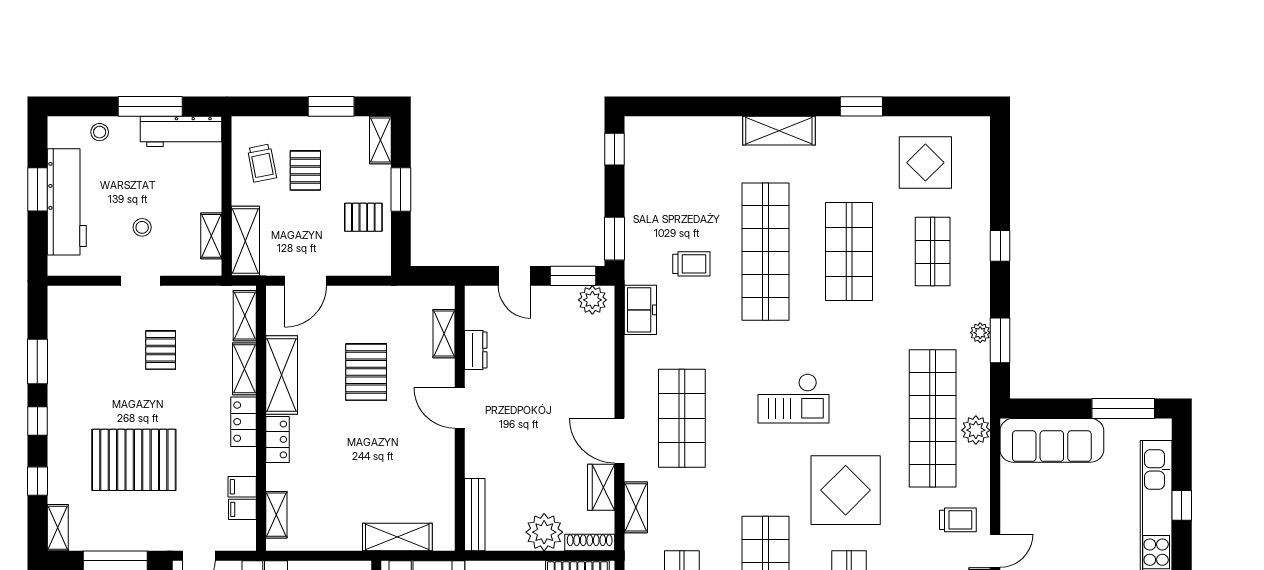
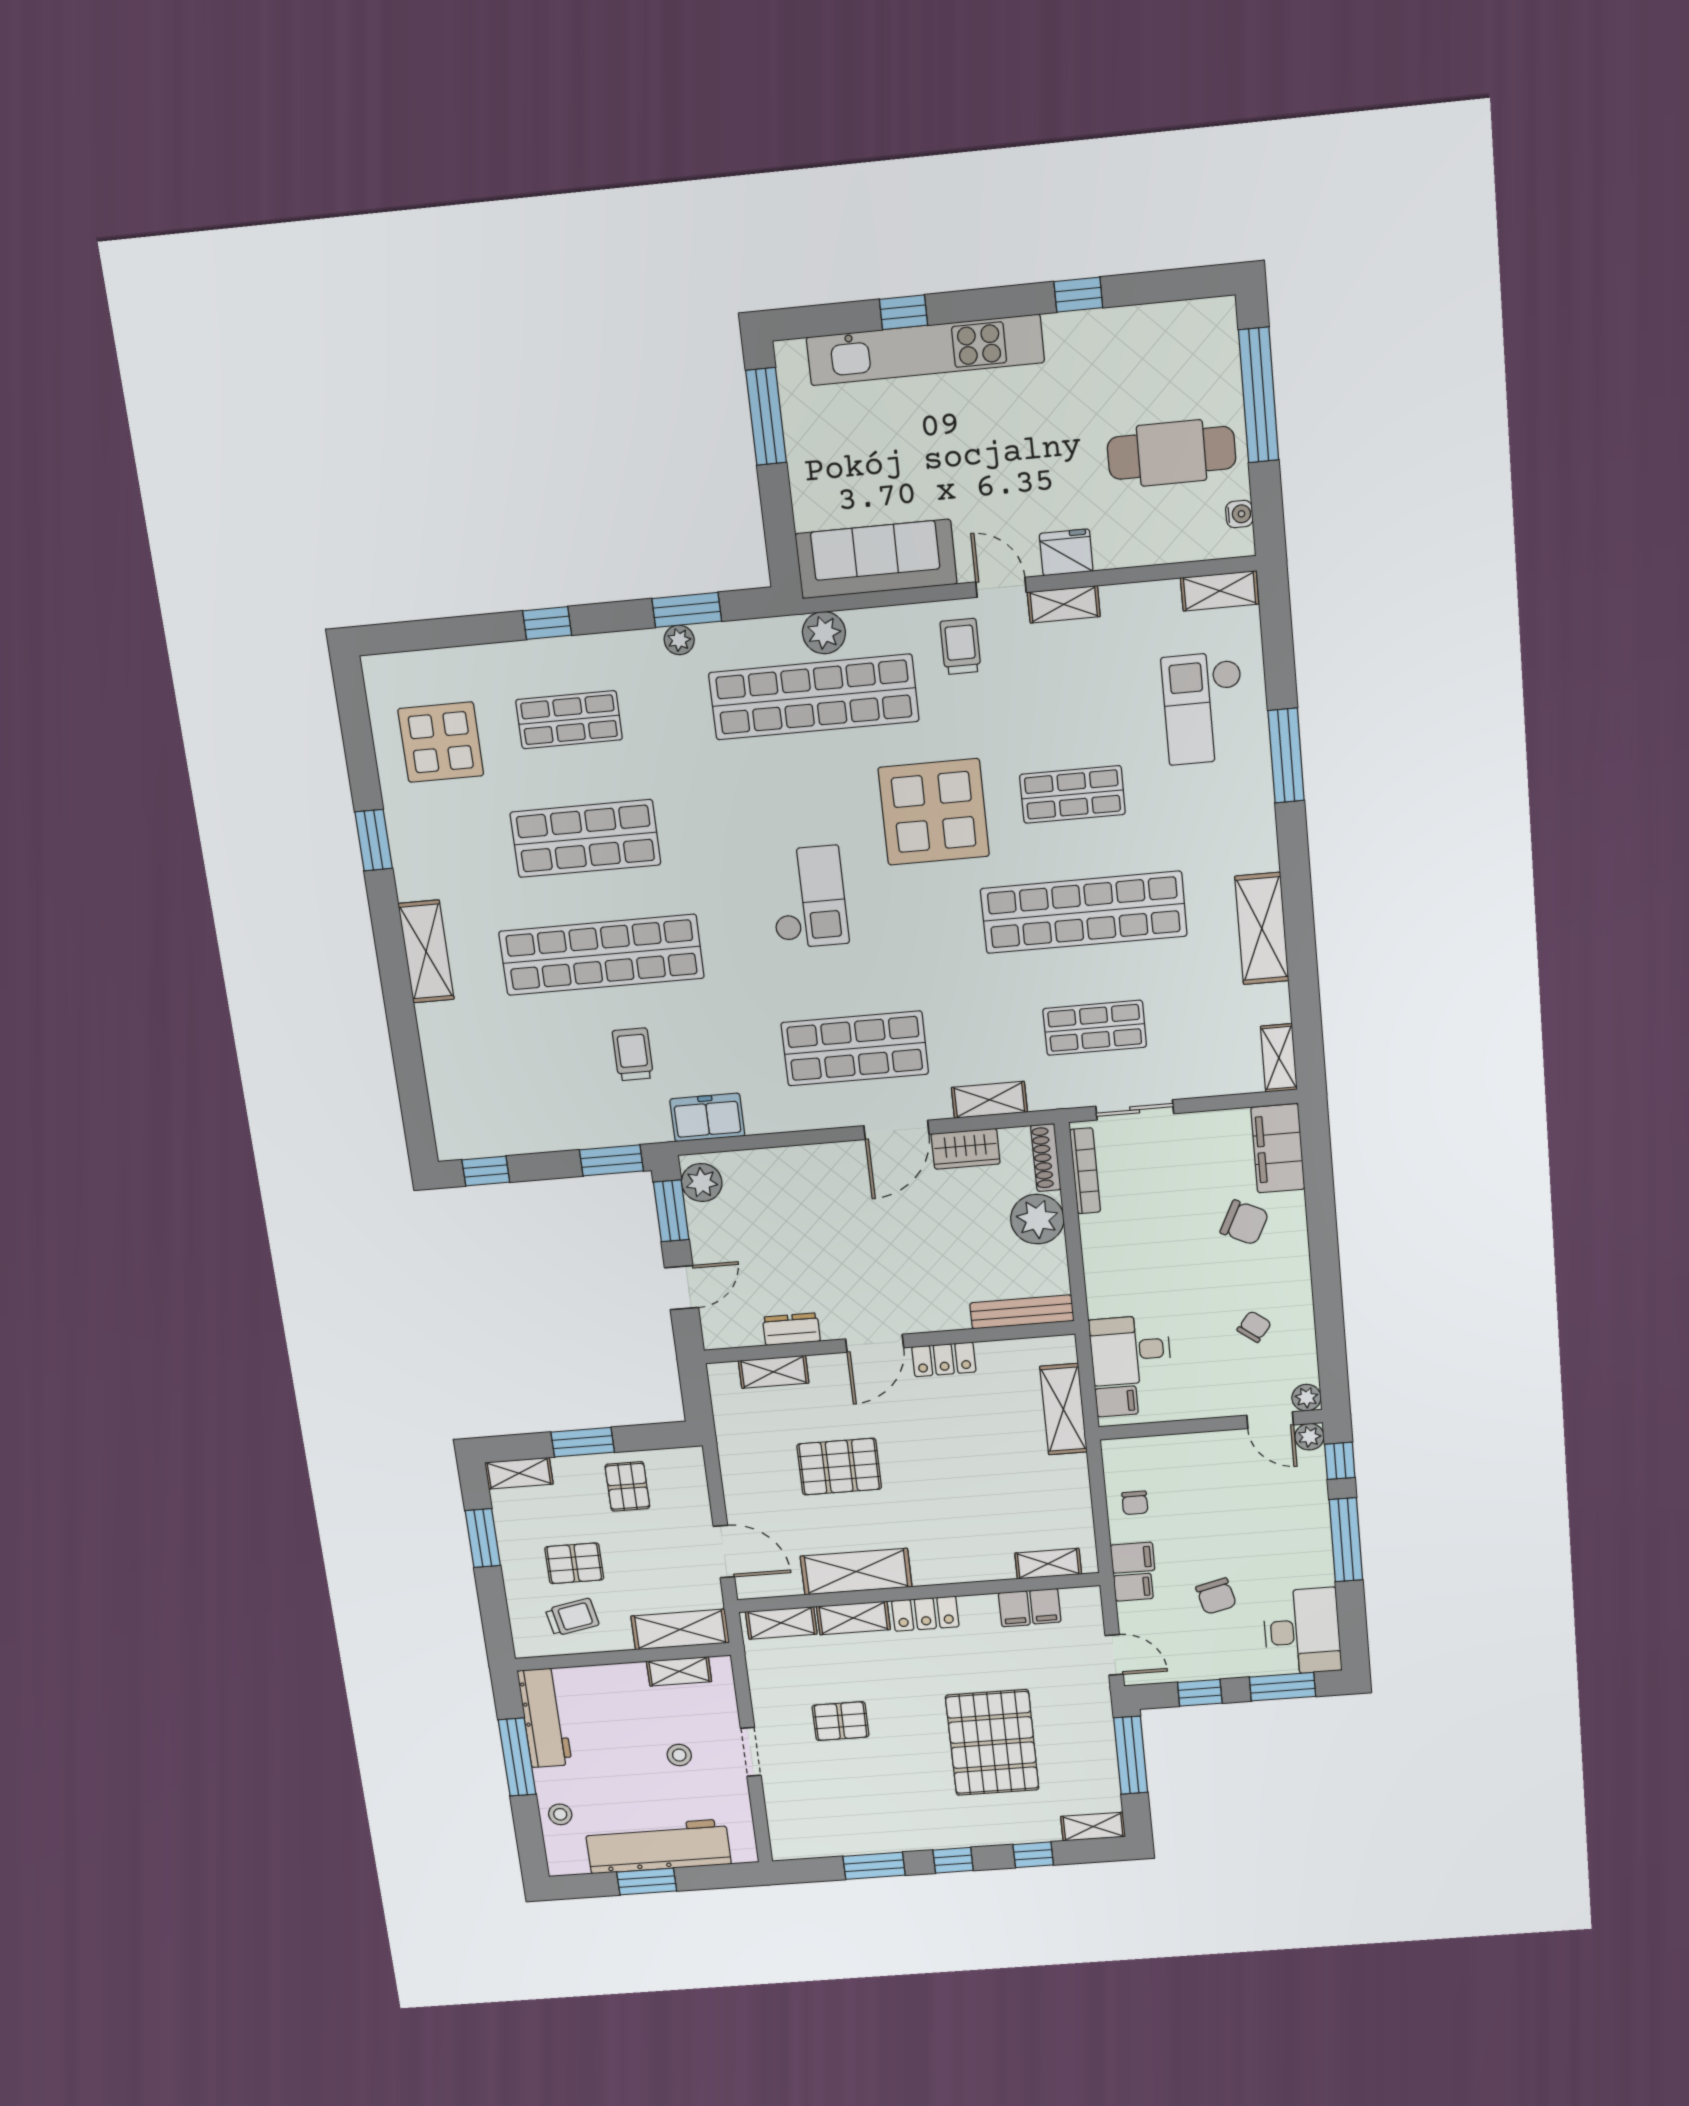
locker: (278, 439) -> (944, 1359), moved, turned 180
sofa: (1052, 440) -> (876, 559), moved, turned -90

